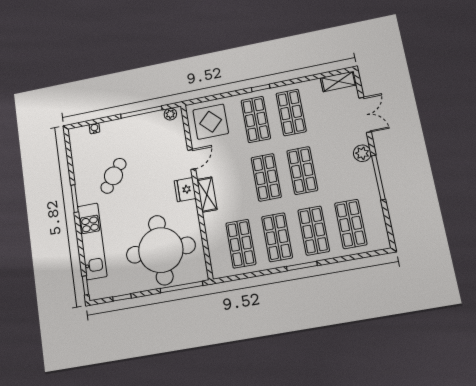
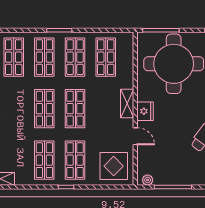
door: (192, 159) -> (135, 136), swing flipped

